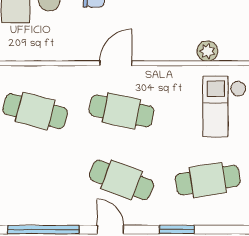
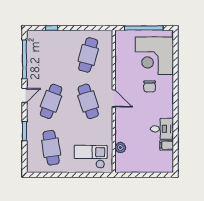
cafe table: (121, 111) -> (88, 101), turned -30

